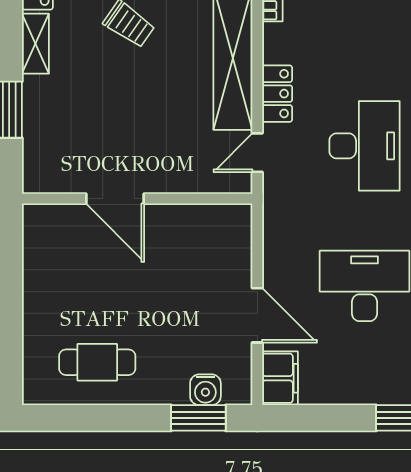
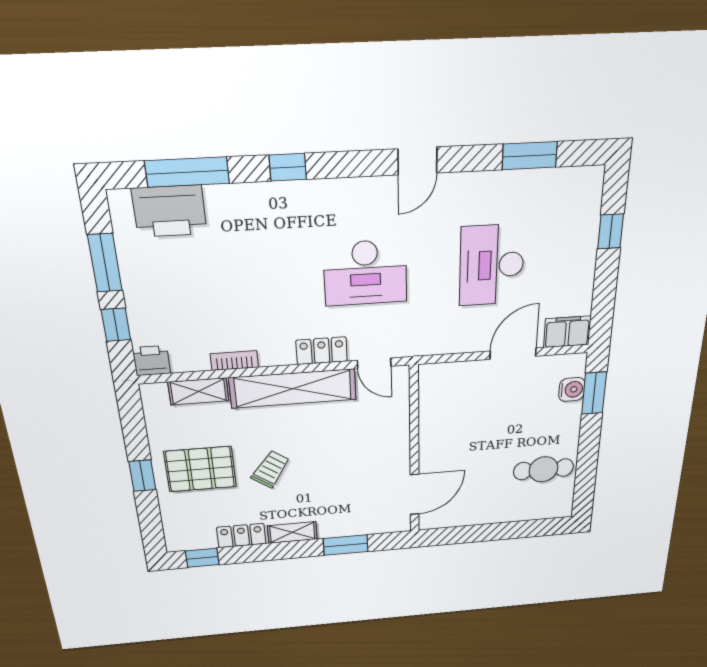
desk: (364, 146) -> (365, 273), turned 180
door: (115, 199) -> (415, 494), moved
cafe table: (97, 362) -> (543, 469), turned 90

